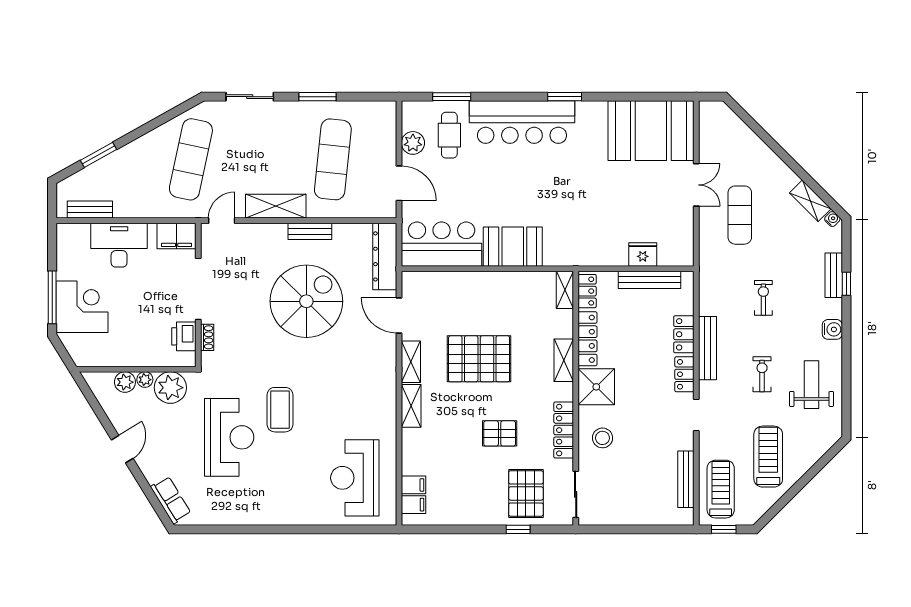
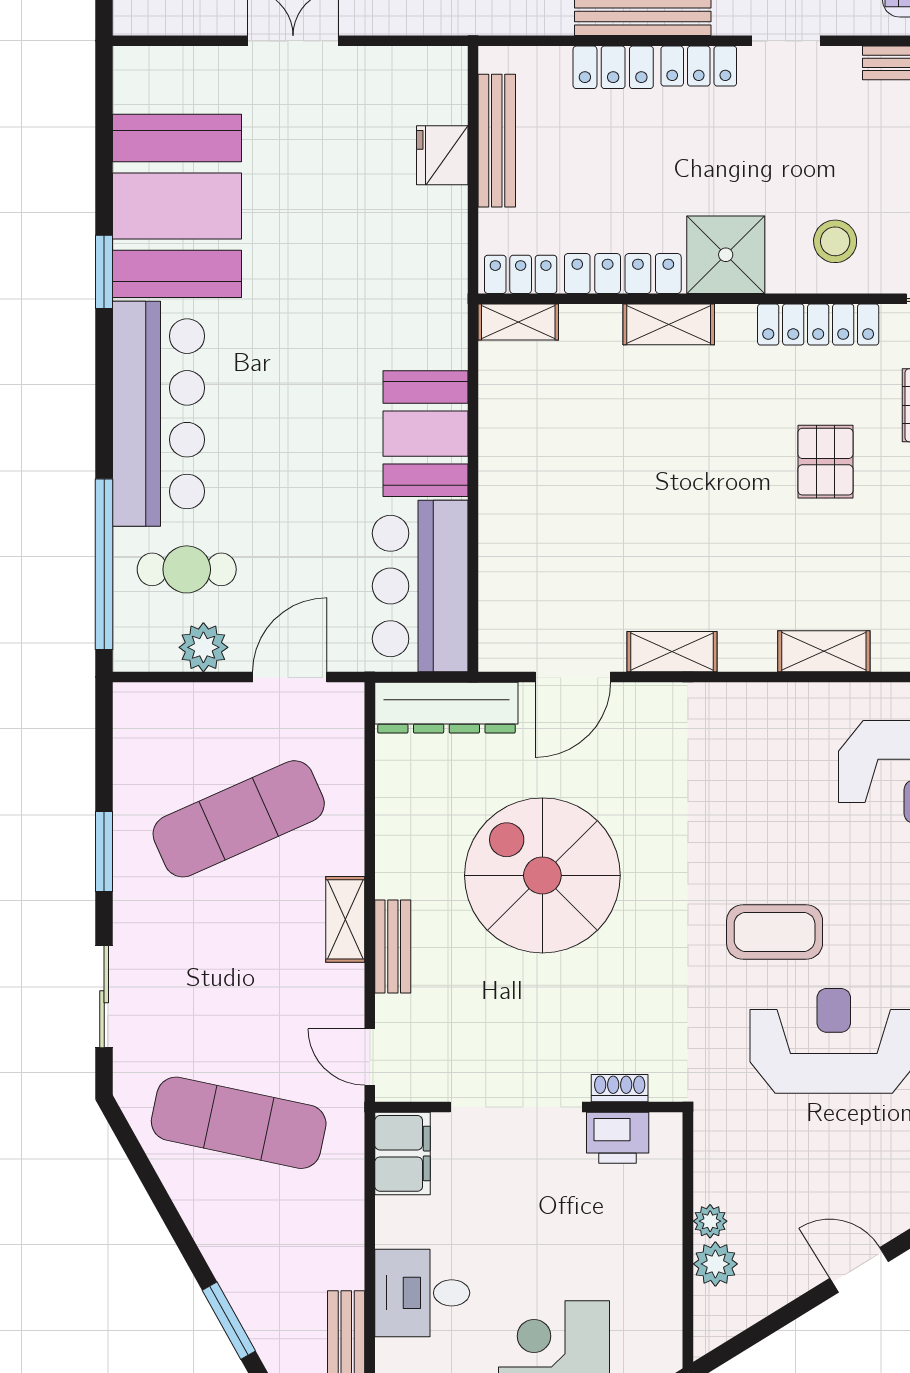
window: (452, 97) -> (104, 564), width x2.11
window: (565, 97) -> (104, 272), moved
booth: (651, 131) -> (177, 206), moved
exercise mat: (333, 159) -> (239, 819), turned -30
shelving: (276, 206) -> (345, 919), width x0.67, depth x0.75
bench: (310, 231) -> (393, 946), moved
desk: (119, 245) -> (422, 1293), width x0.73
pallet: (479, 359) -> (666, 506), removed
plant: (170, 388) -> (727, 1167), removed
shelving: (411, 406) -> (824, 651), moved

